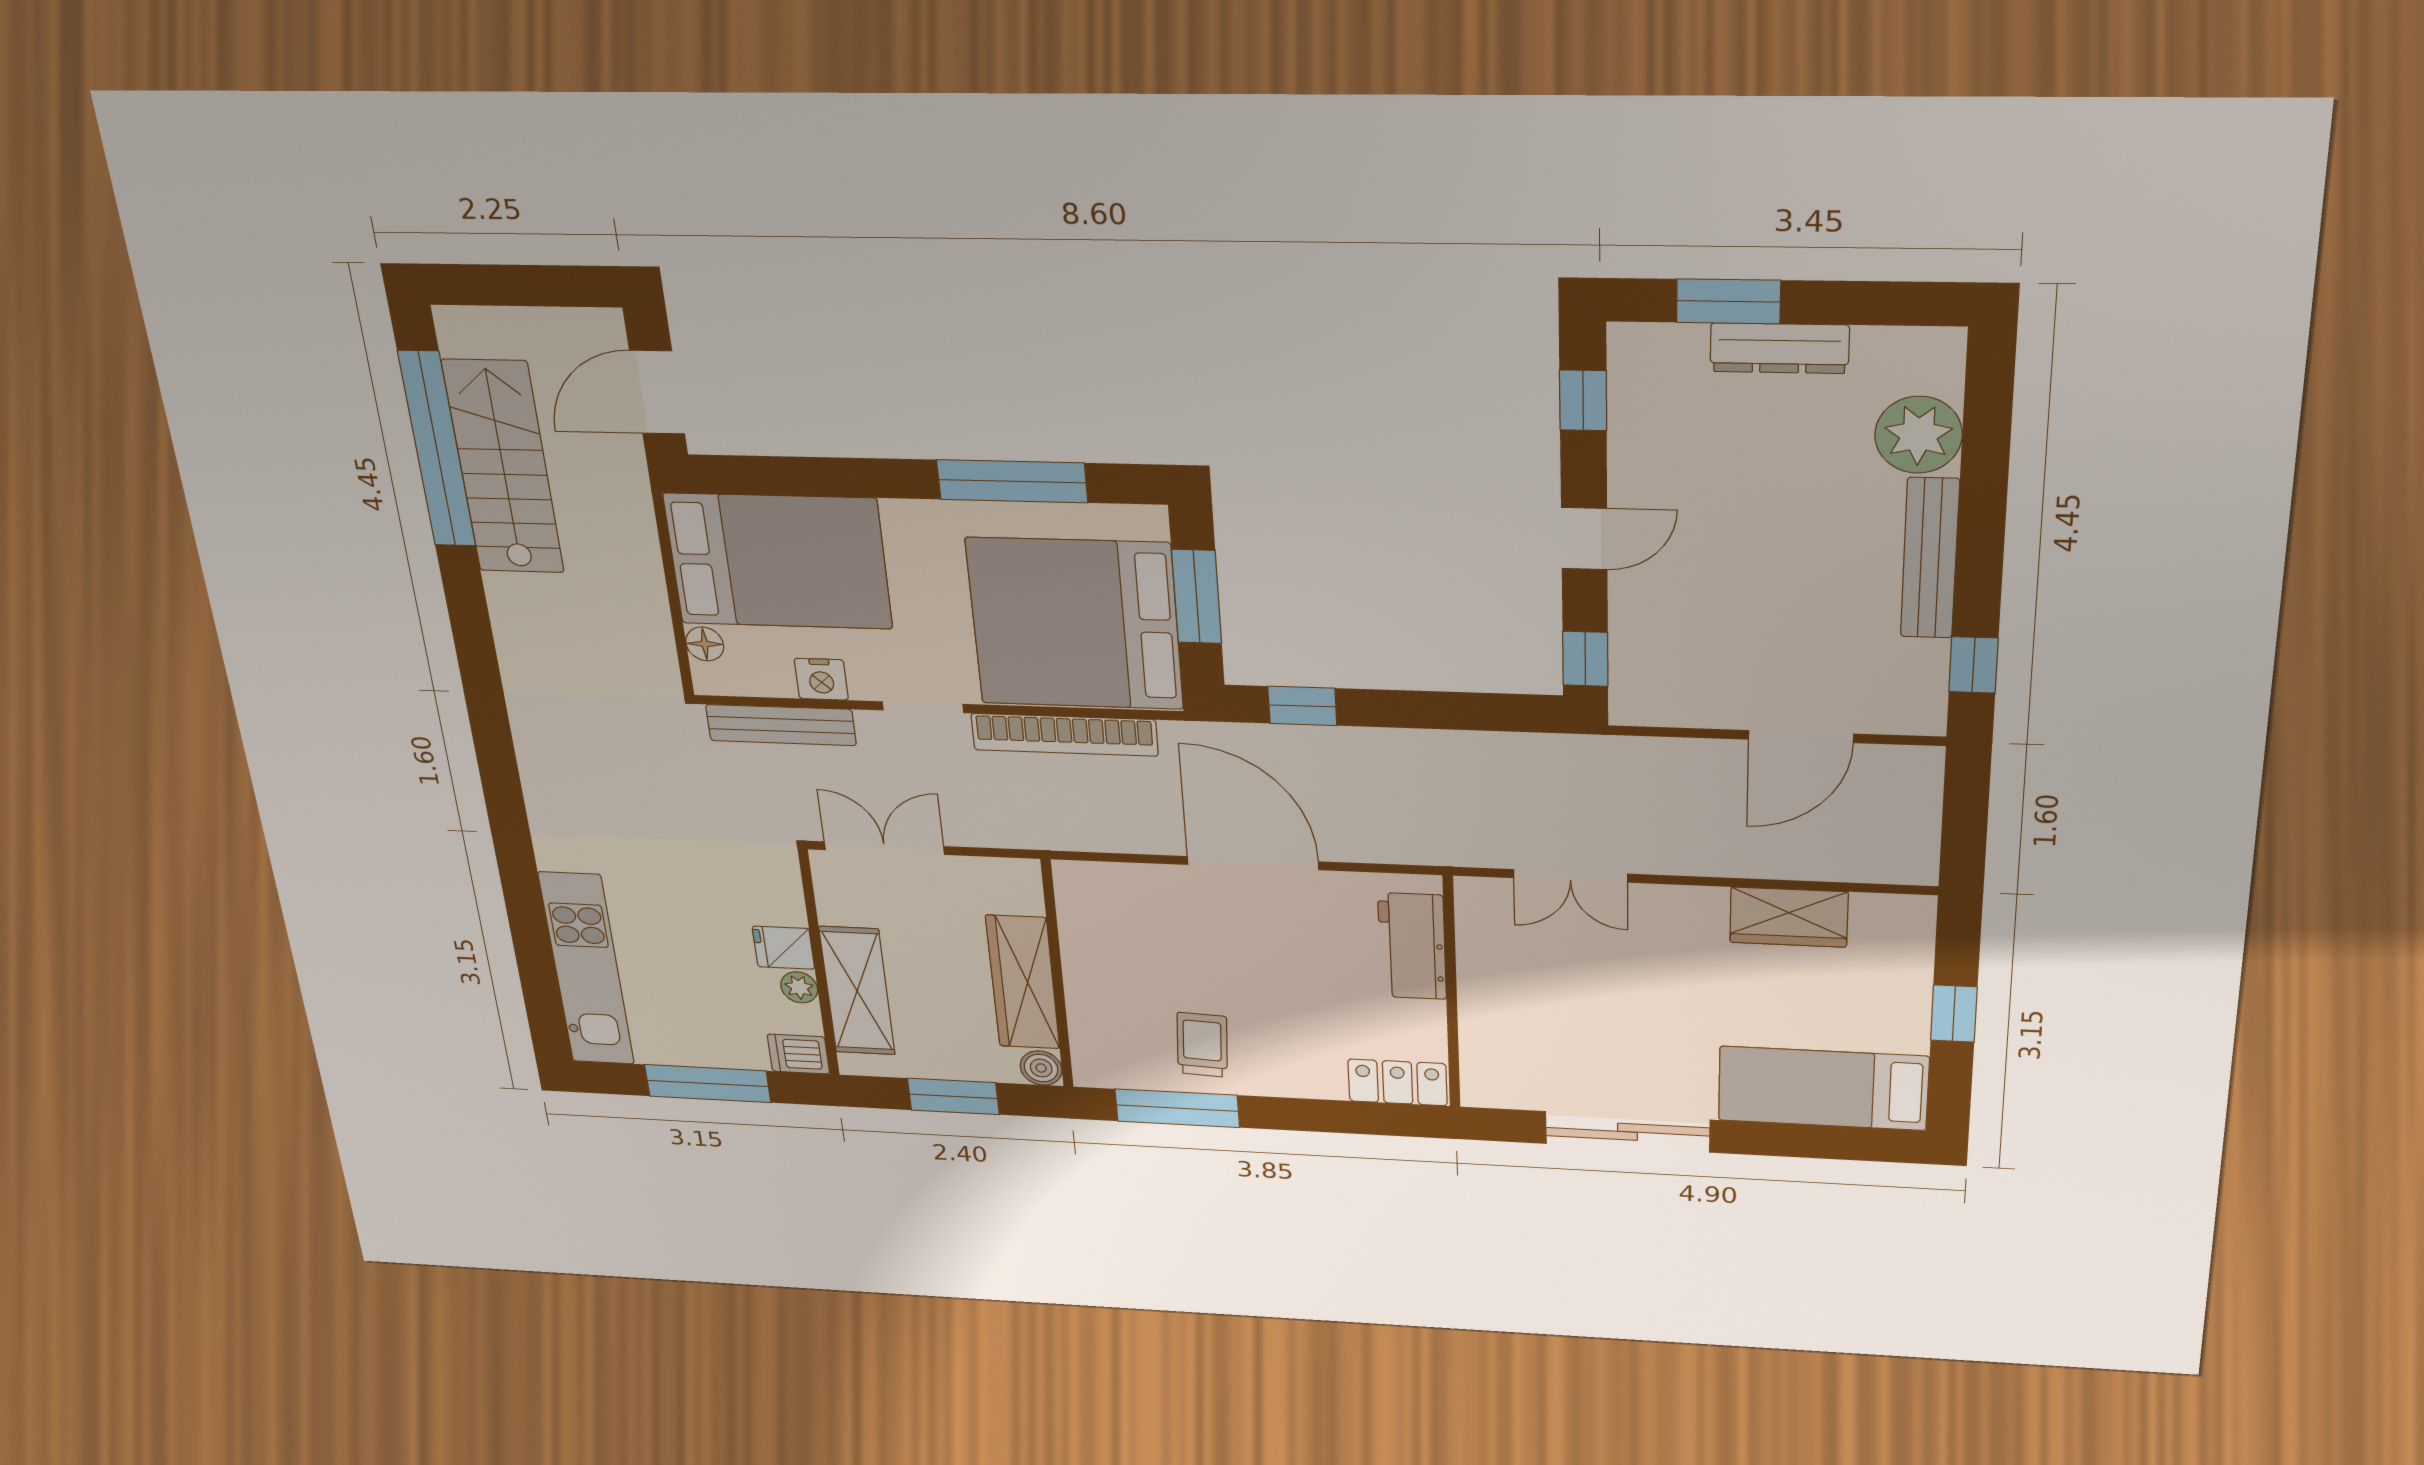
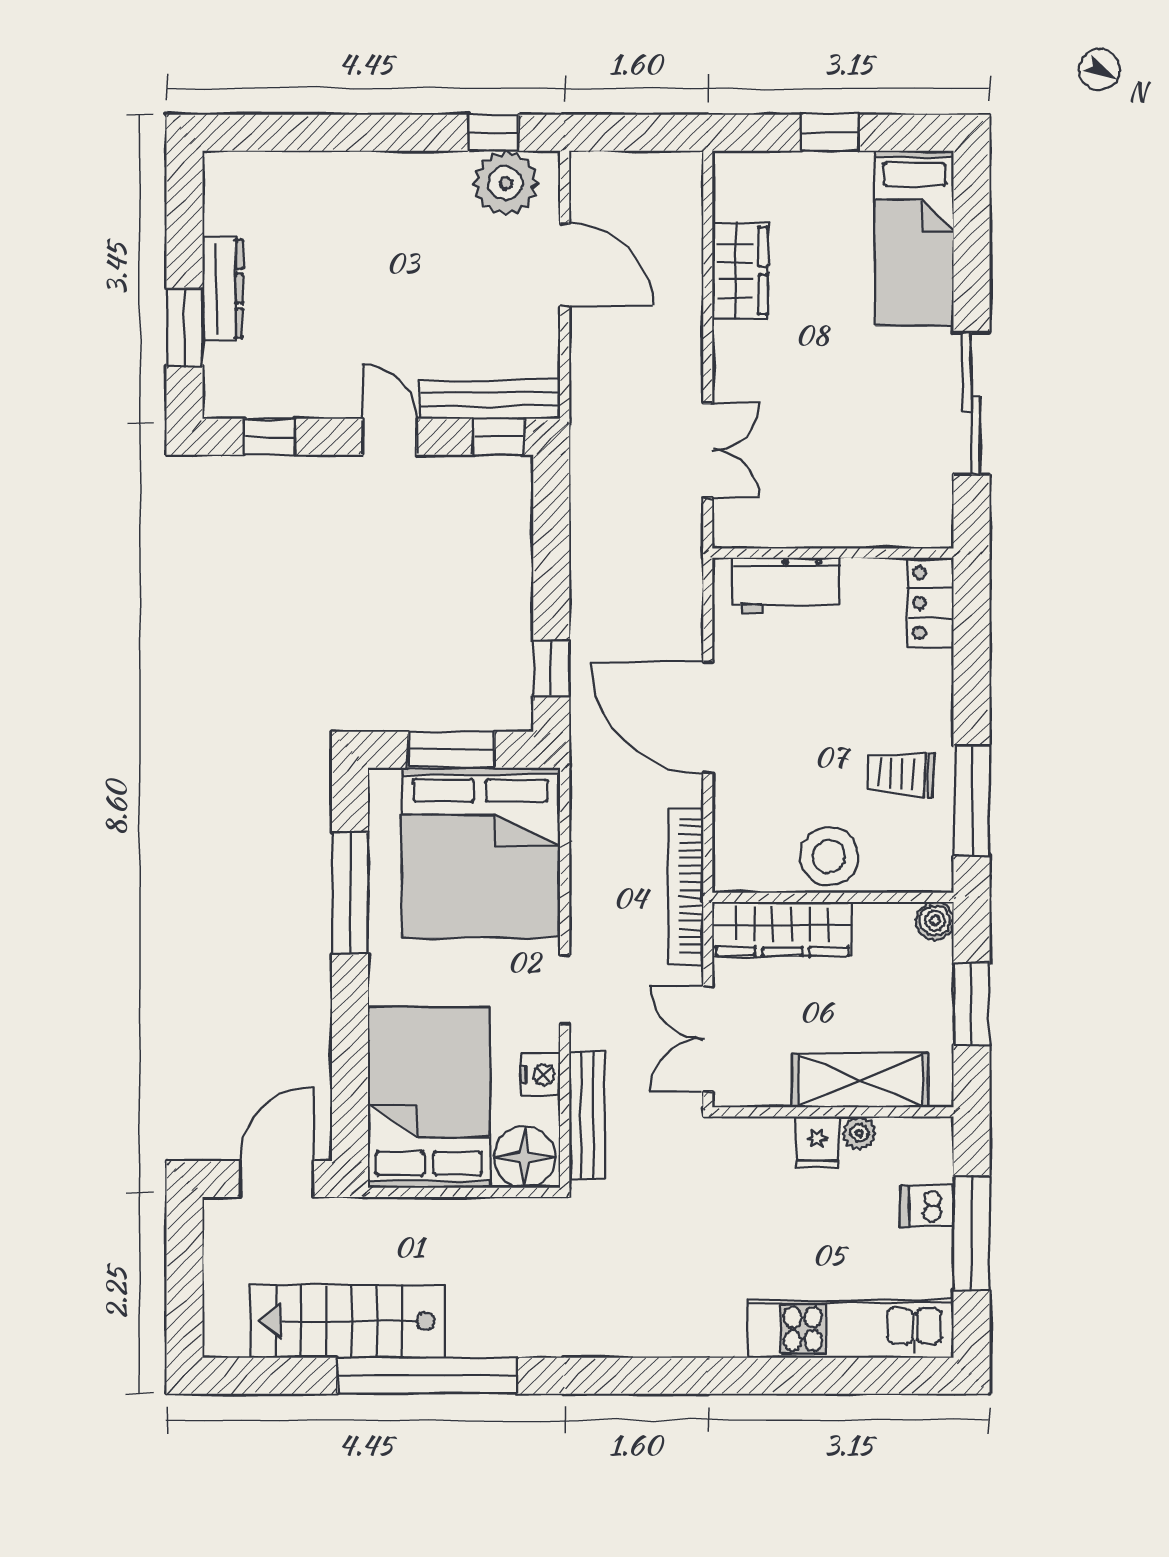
door: (657, 392) -> (277, 1179), swing flipped
plant: (1918, 435) -> (506, 183), moved
window: (437, 449) -> (427, 1376), moved
bench: (1930, 558) -> (490, 399), moved
floor lamp: (705, 644) -> (524, 1157), width x1.89, depth x1.89
bookcase: (1064, 735) -> (685, 886), moved, turned 180
door: (1253, 863) -> (708, 718), hinge flipped
stool: (1103, 973) -> (829, 856), added
wardrobe: (1023, 982) -> (782, 929), moved
dishwasher: (798, 1054) -> (927, 1206), moved, turned 90

